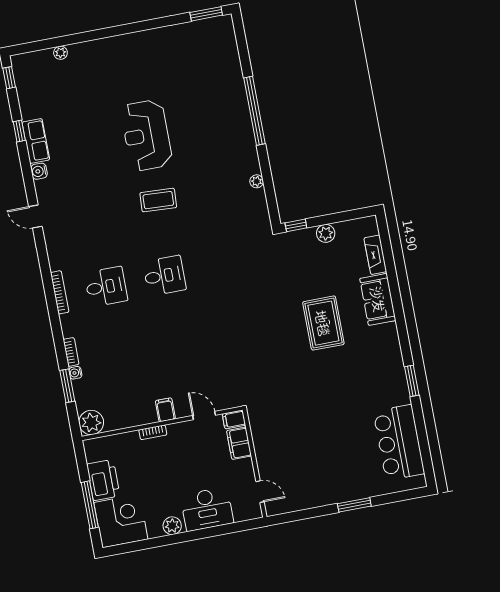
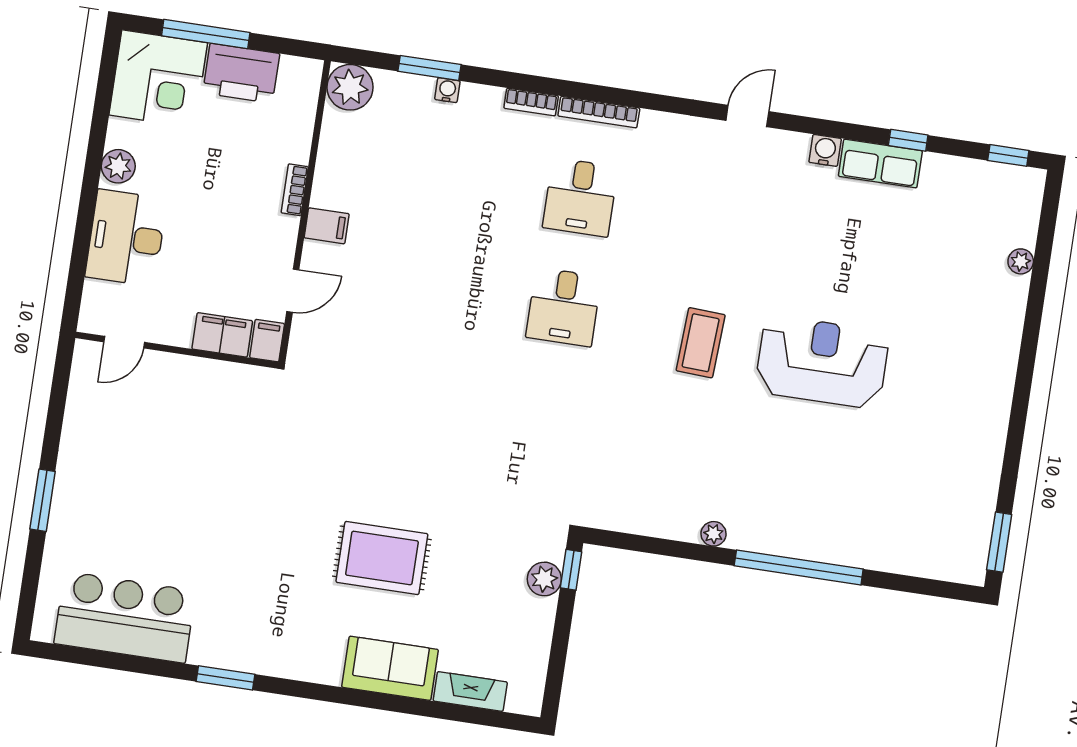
plant: (257, 181) -> (714, 534), moved
plant: (326, 233) -> (544, 579), moved
bookcase: (71, 352) -> (531, 102), moved

